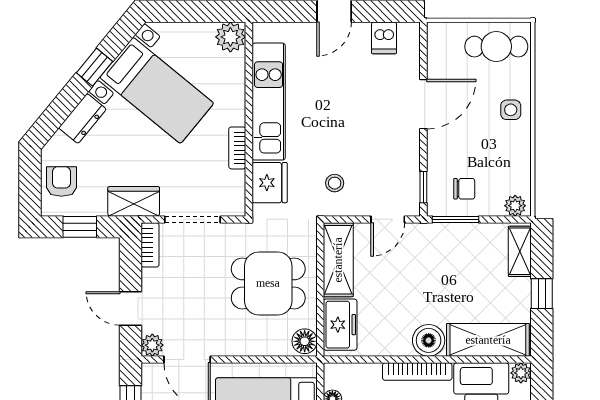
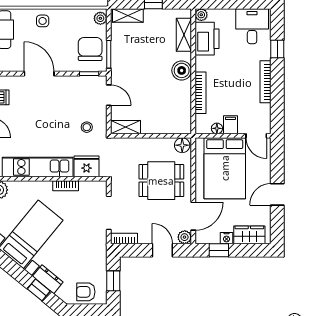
window: (94, 67) -> (39, 290), moved
chair: (464, 189) -> (90, 49), width x1.87, depth x1.87
wardrobe: (134, 201) -> (98, 248), removed
shelving: (338, 260) -> (126, 127), width x0.67, depth x0.75
dining table: (268, 283) -> (161, 181), moved, turned 90
door: (130, 308) -> (162, 250), swing flipped
freezer: (340, 325) -> (172, 124), removed
shelving: (488, 340) -> (184, 35), width x0.67, depth x0.75
bookcase: (417, 372) -> (200, 93), moved

